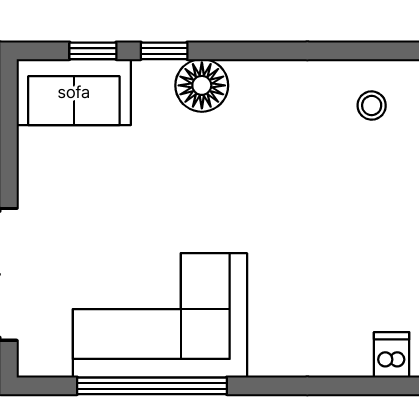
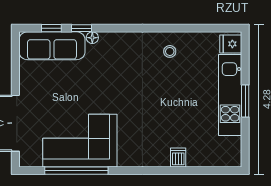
floor lamp: (202, 85) -> (92, 38), width x0.53, depth x0.53
sofa: (74, 92) -> (52, 46), width x1.36

